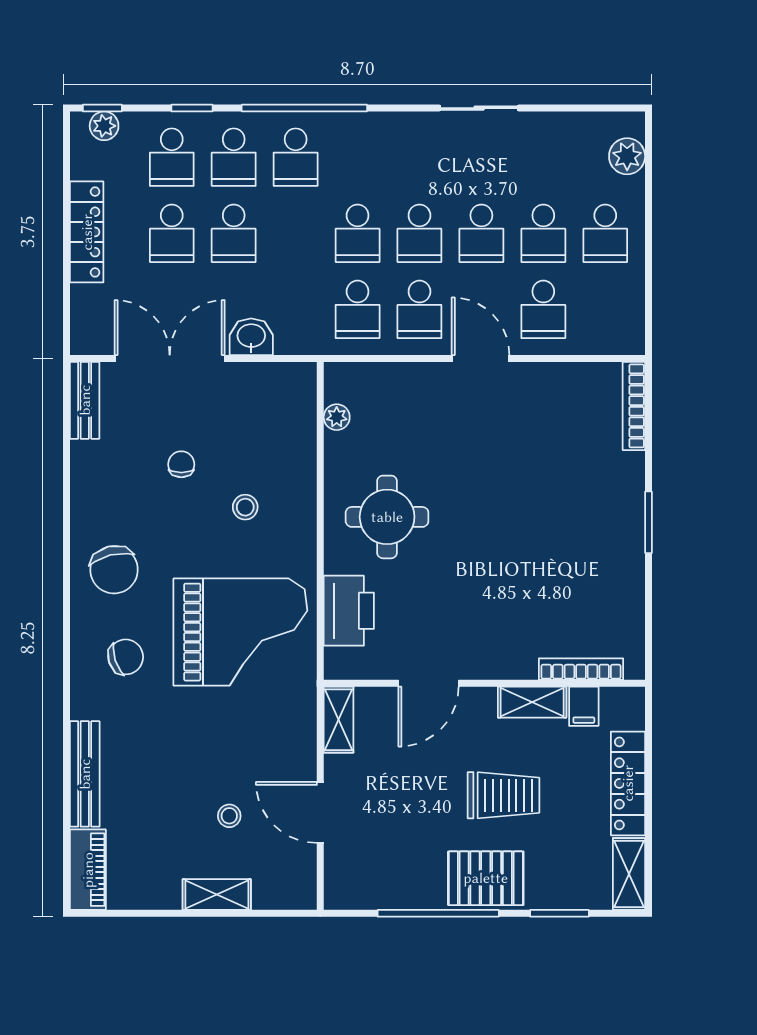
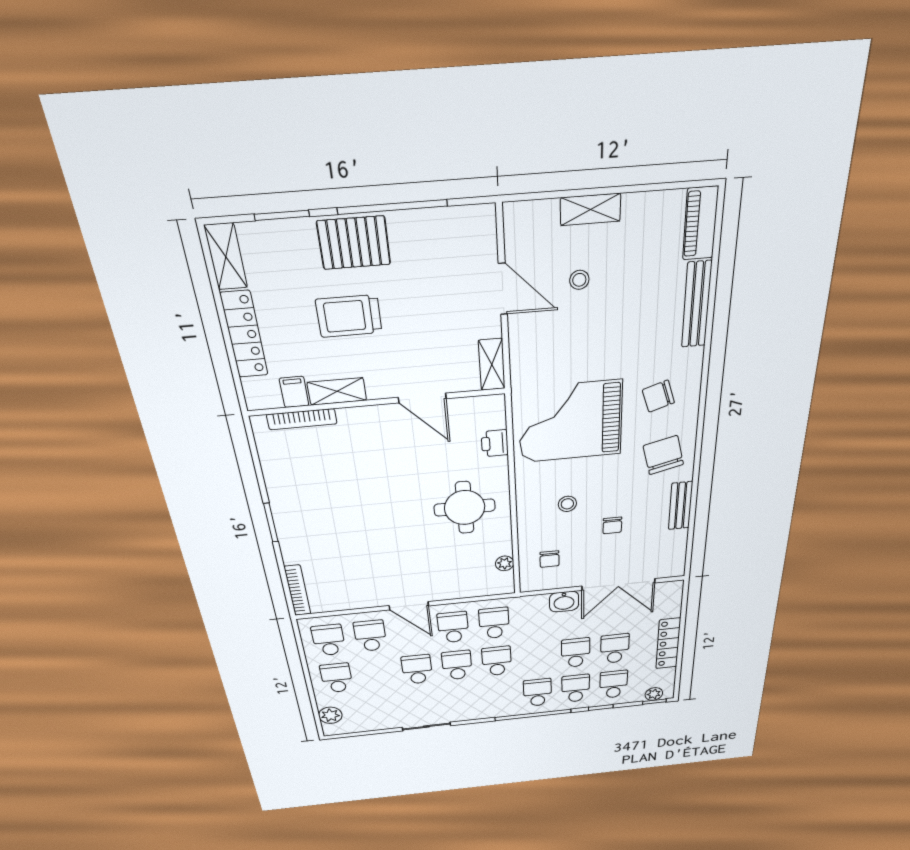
school desk: (543, 233) -> (329, 640), moved
bench: (85, 400) -> (681, 506), moved
chair: (272, 417) -> (550, 559), added
printer: (349, 611) -> (495, 443), width x0.53, depth x0.68
door: (428, 683) -> (422, 398), swing flipped

